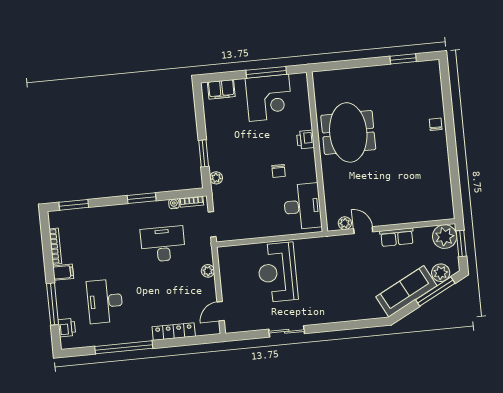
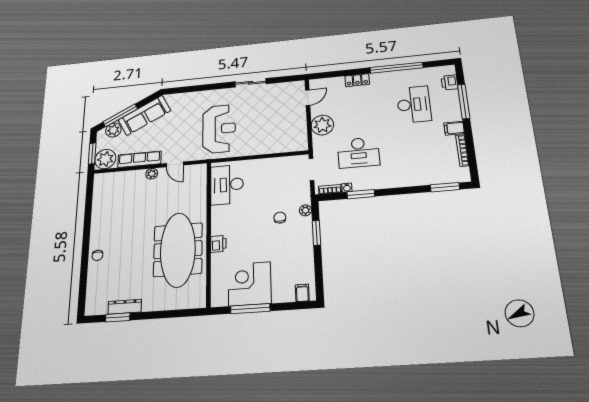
dresser: (397, 70) -> (125, 307), added
filing cabinet: (221, 89) -> (302, 293), width x0.50
meeting table: (348, 132) -> (178, 250), width x1.36
chair: (279, 171) -> (280, 218), moved
window: (142, 198) -> (361, 194), moved
plant: (345, 223) -> (152, 174), moved
row of seats: (397, 237) -> (139, 159), width x1.48
plant: (208, 271) -> (322, 125), width x1.87, depth x1.87
reception desk: (277, 272) -> (219, 129), moved
locker: (174, 332) -> (357, 80), width x0.66

